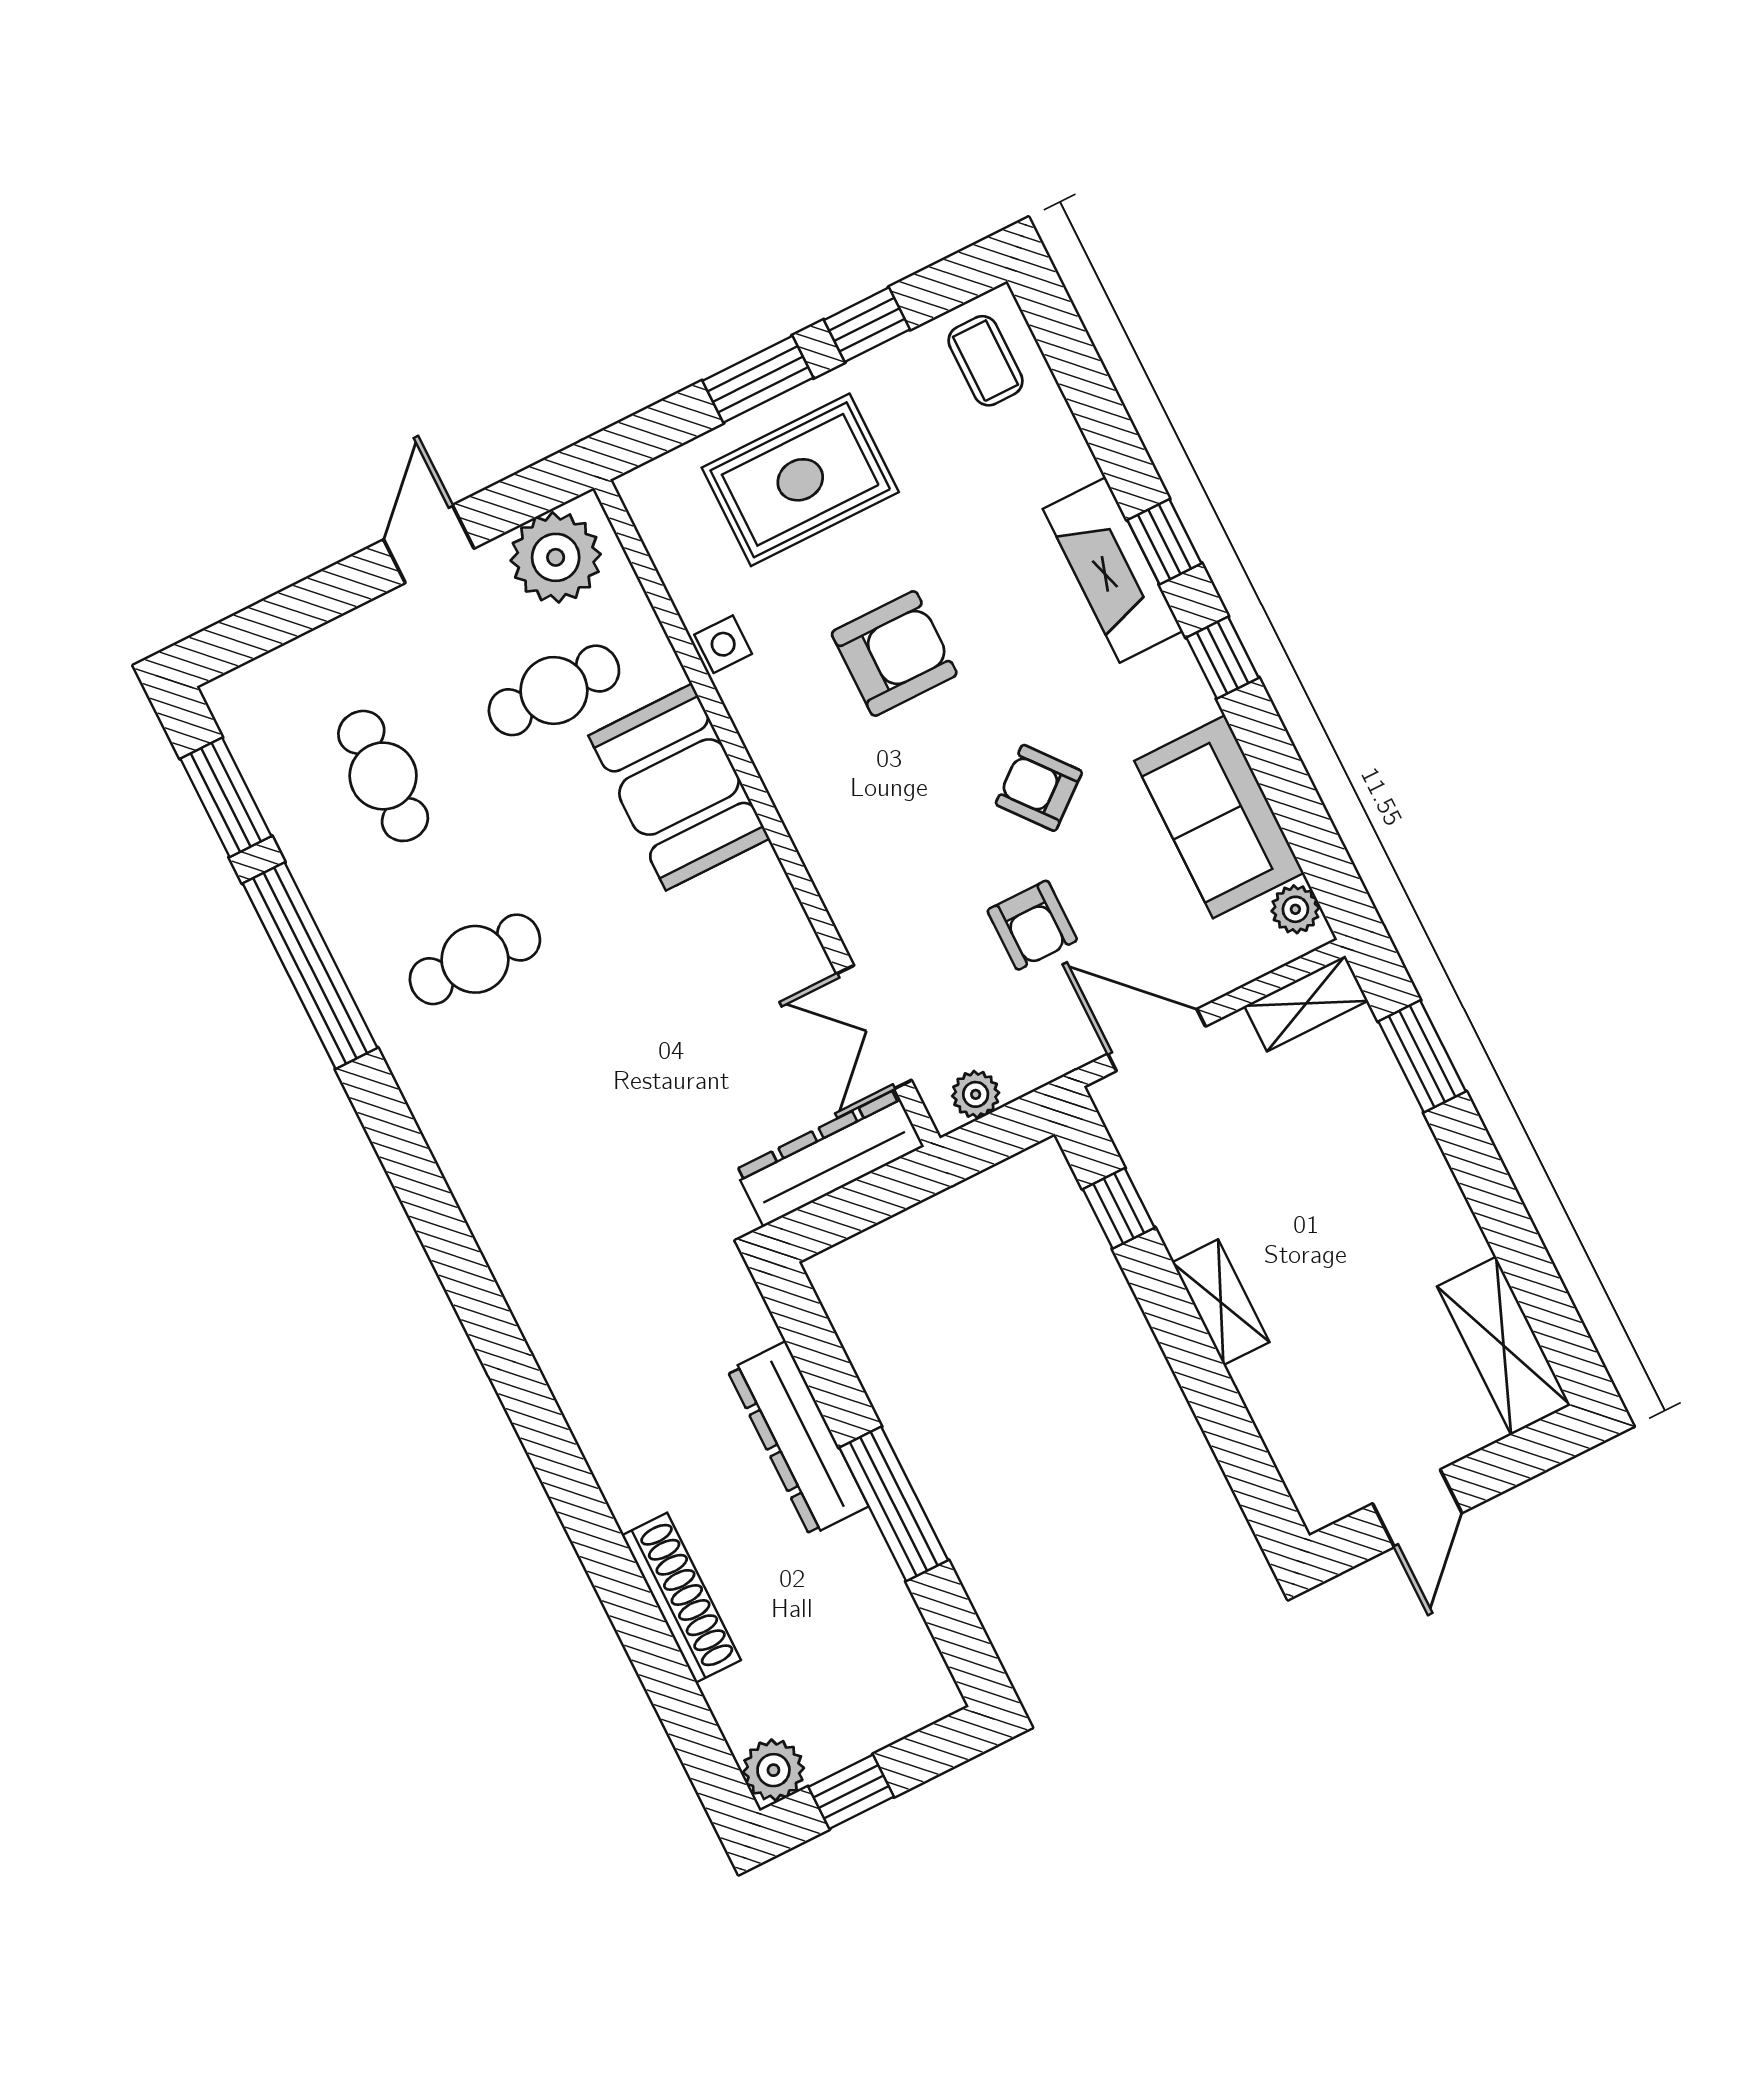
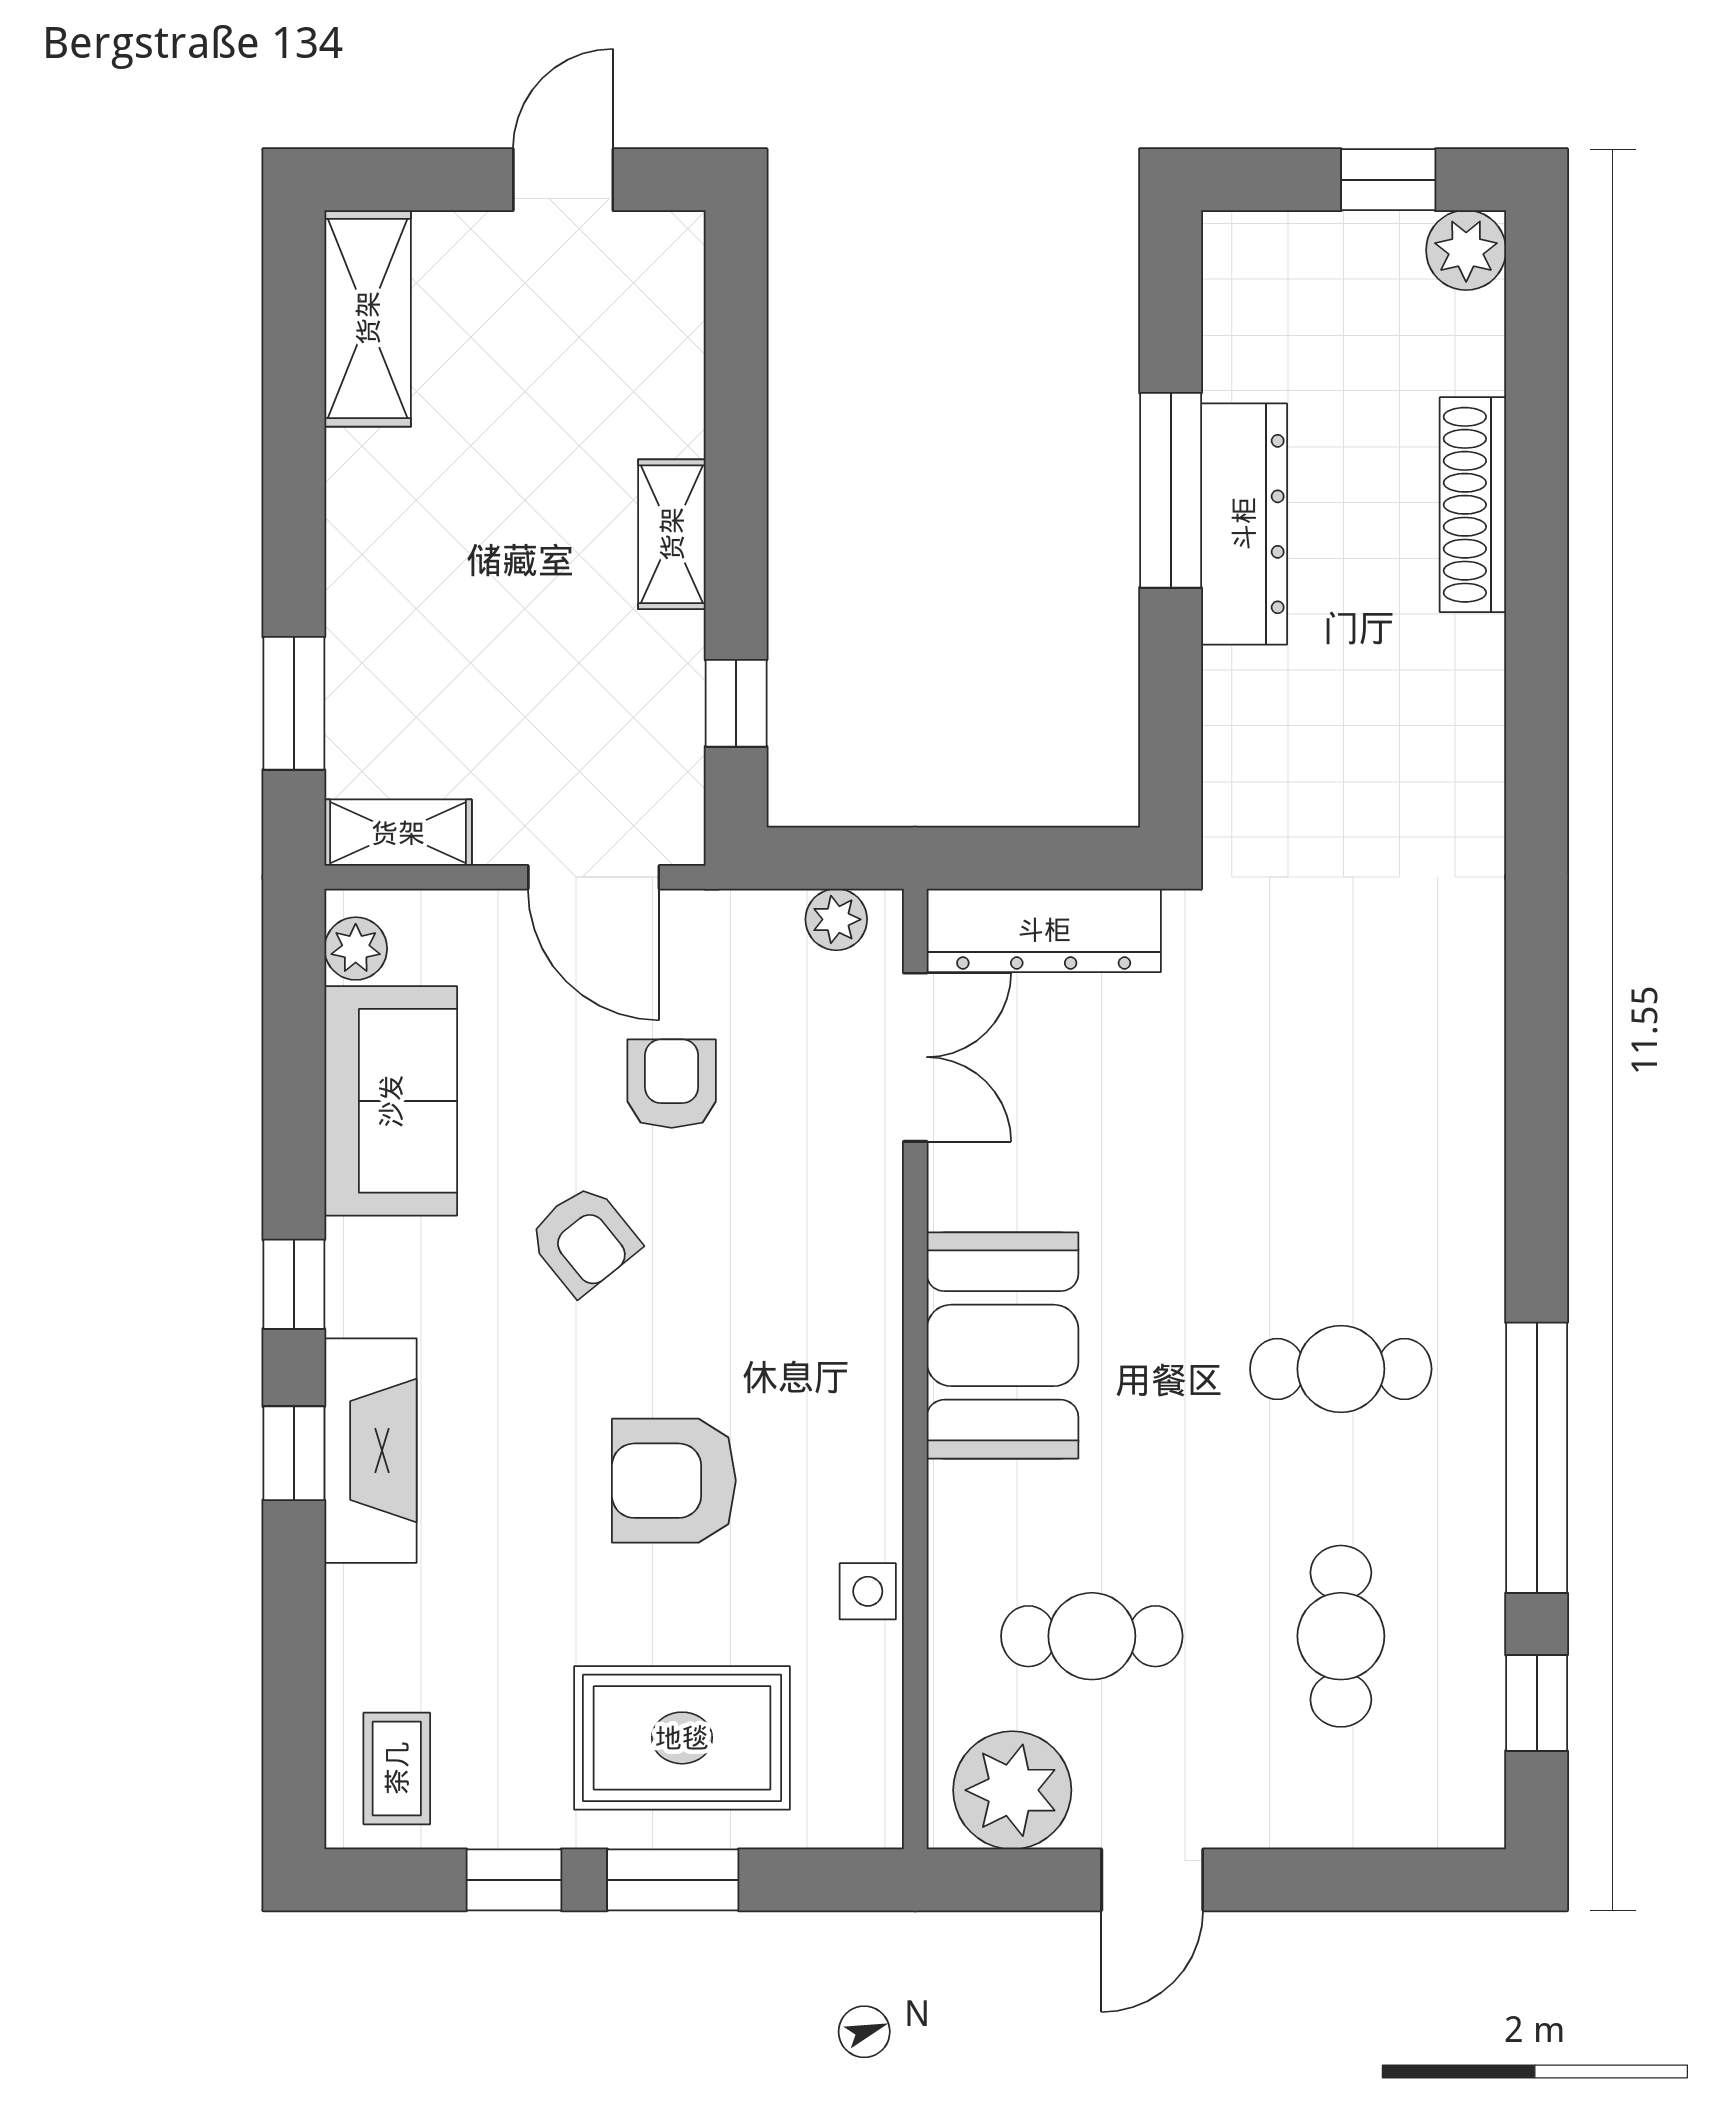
booth: (679, 787) -> (1003, 1345), moved
window: (226, 797) -> (1537, 1703), width x0.67
dresser: (798, 1438) -> (1244, 524), moved

